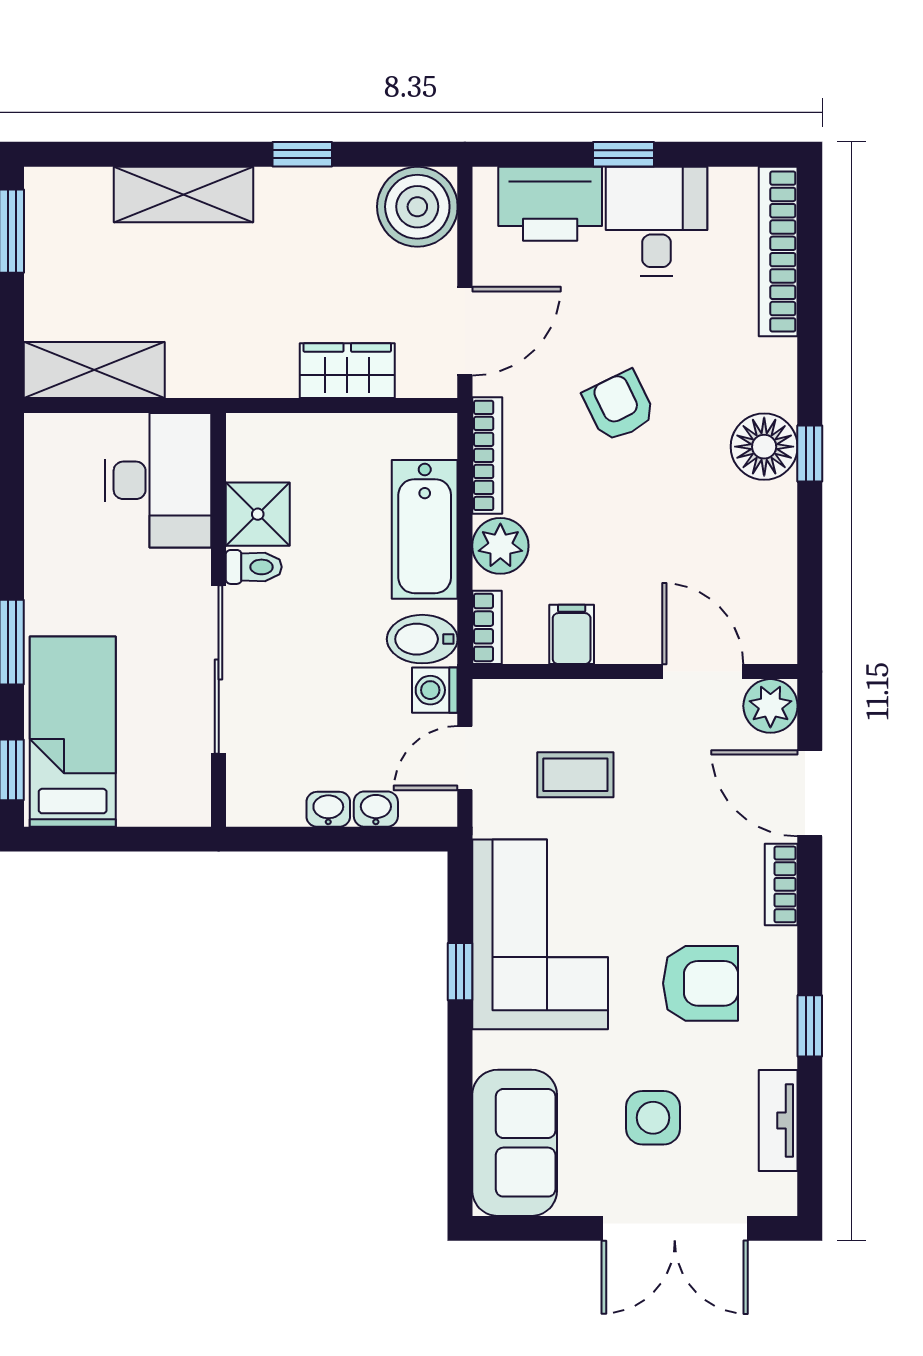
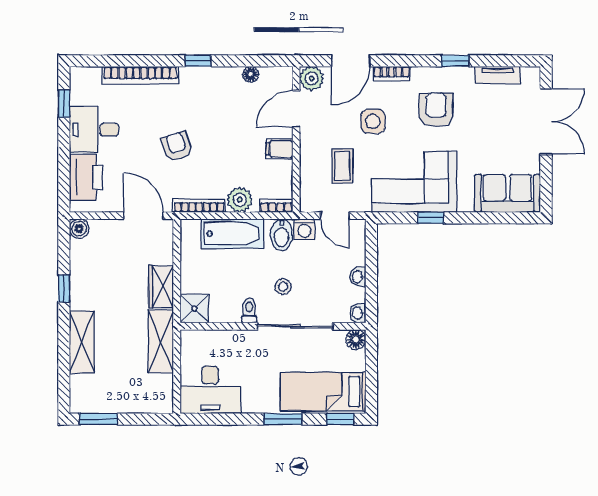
window: (623, 154) -> (64, 104), moved
boiler: (417, 207) -> (79, 229), width x0.54, depth x0.54
bookcase: (778, 251) -> (140, 75), moved
shelving: (94, 370) -> (161, 341), moved
wardrobe: (347, 371) -> (161, 287), moved
armchair: (619, 406) -> (177, 146), turned 97
floor lamp: (764, 447) -> (251, 74), moved, width x0.53, depth x0.53
desk: (158, 480) -> (210, 390), moved, turned 180
shower: (258, 514) -> (194, 309), moved
filing cabinet: (572, 634) -> (279, 149), moved
stool: (307, 642) -> (283, 287), added
floor lamp: (189, 805) -> (356, 339), added
washbasin: (376, 809) -> (358, 313), moved
side table: (653, 1118) -> (373, 121), moved

